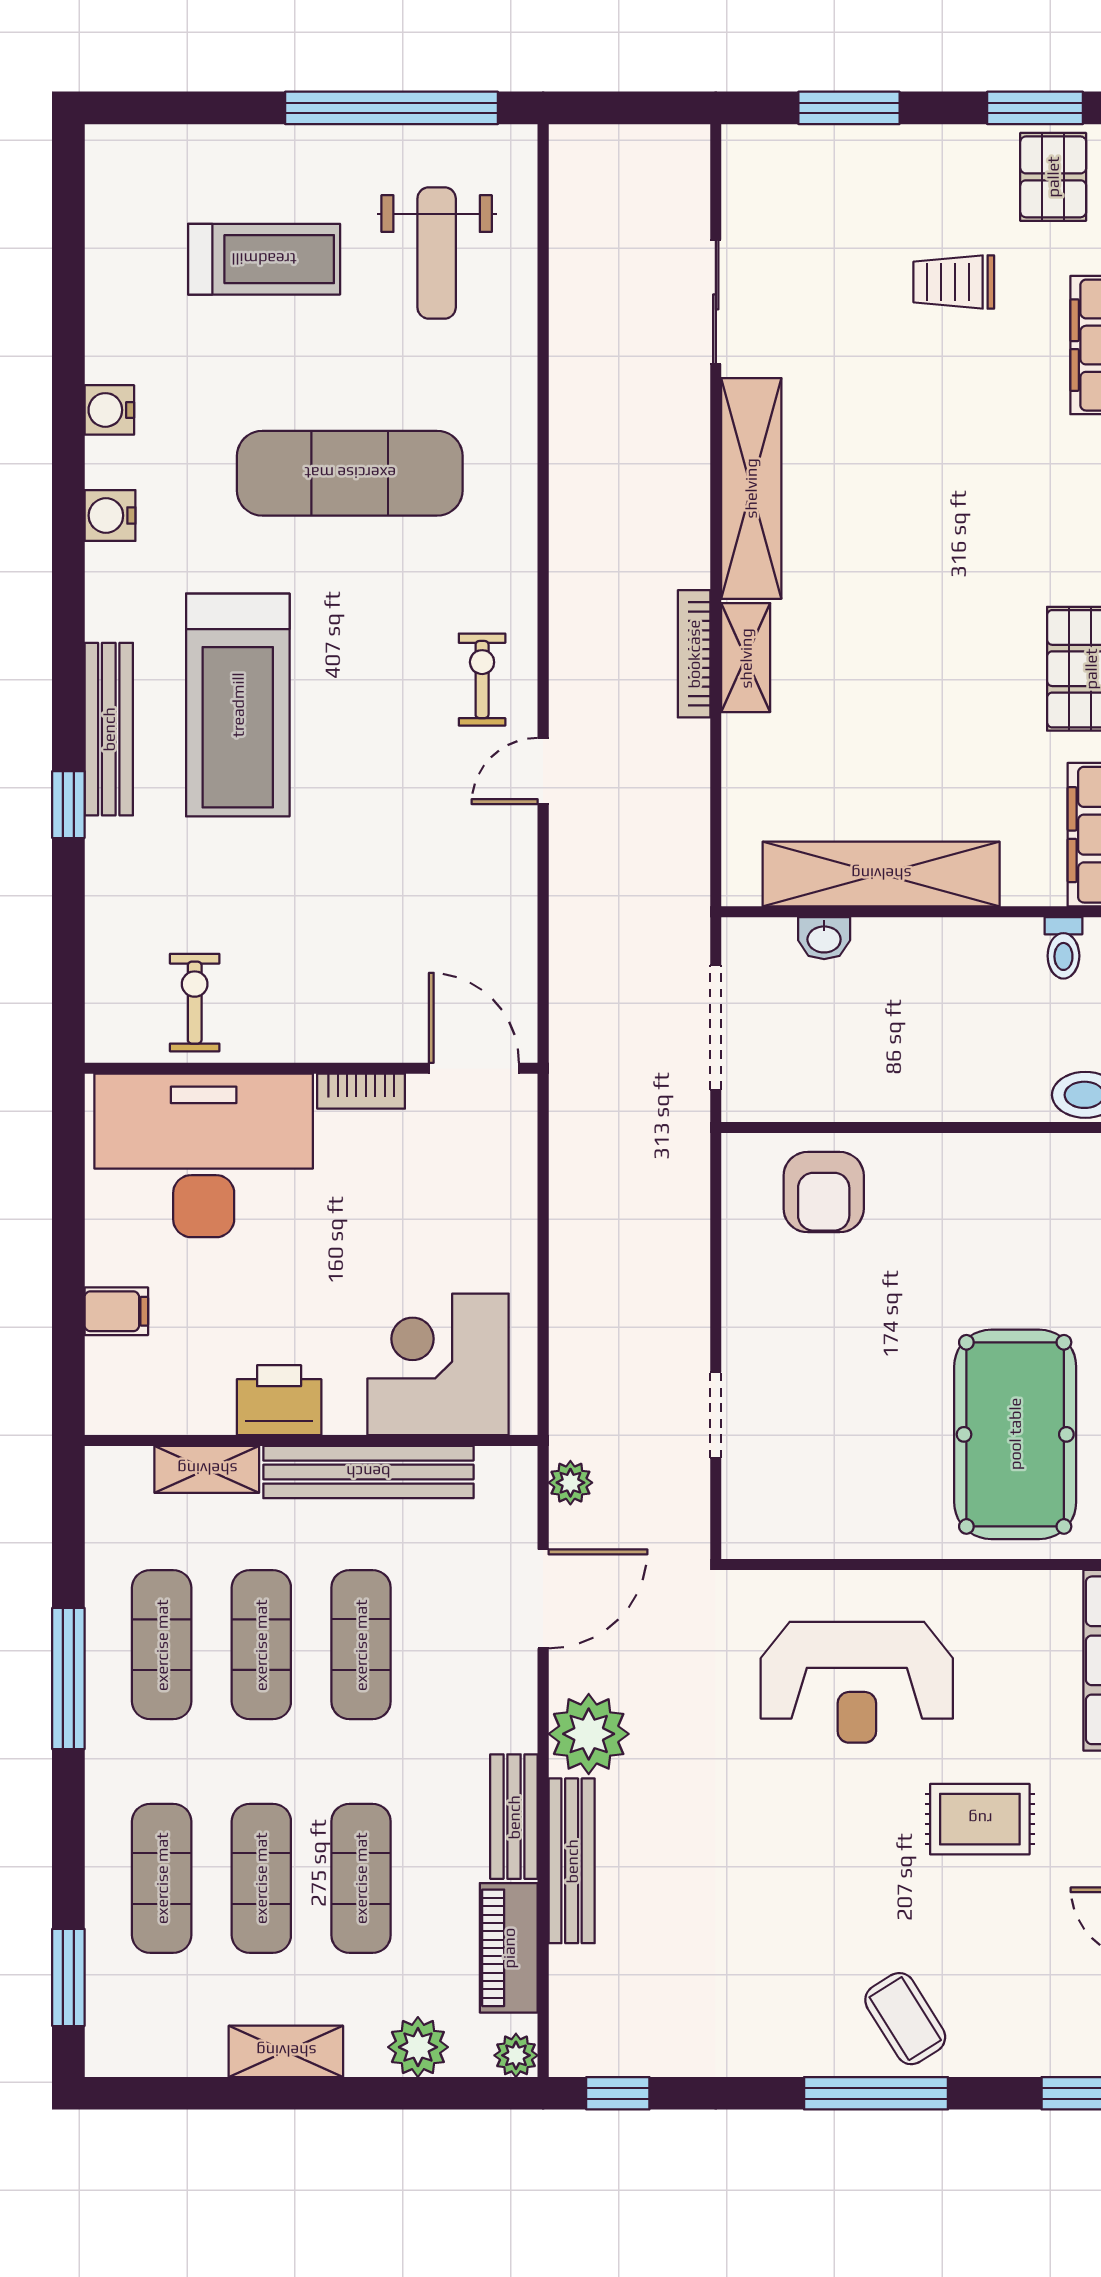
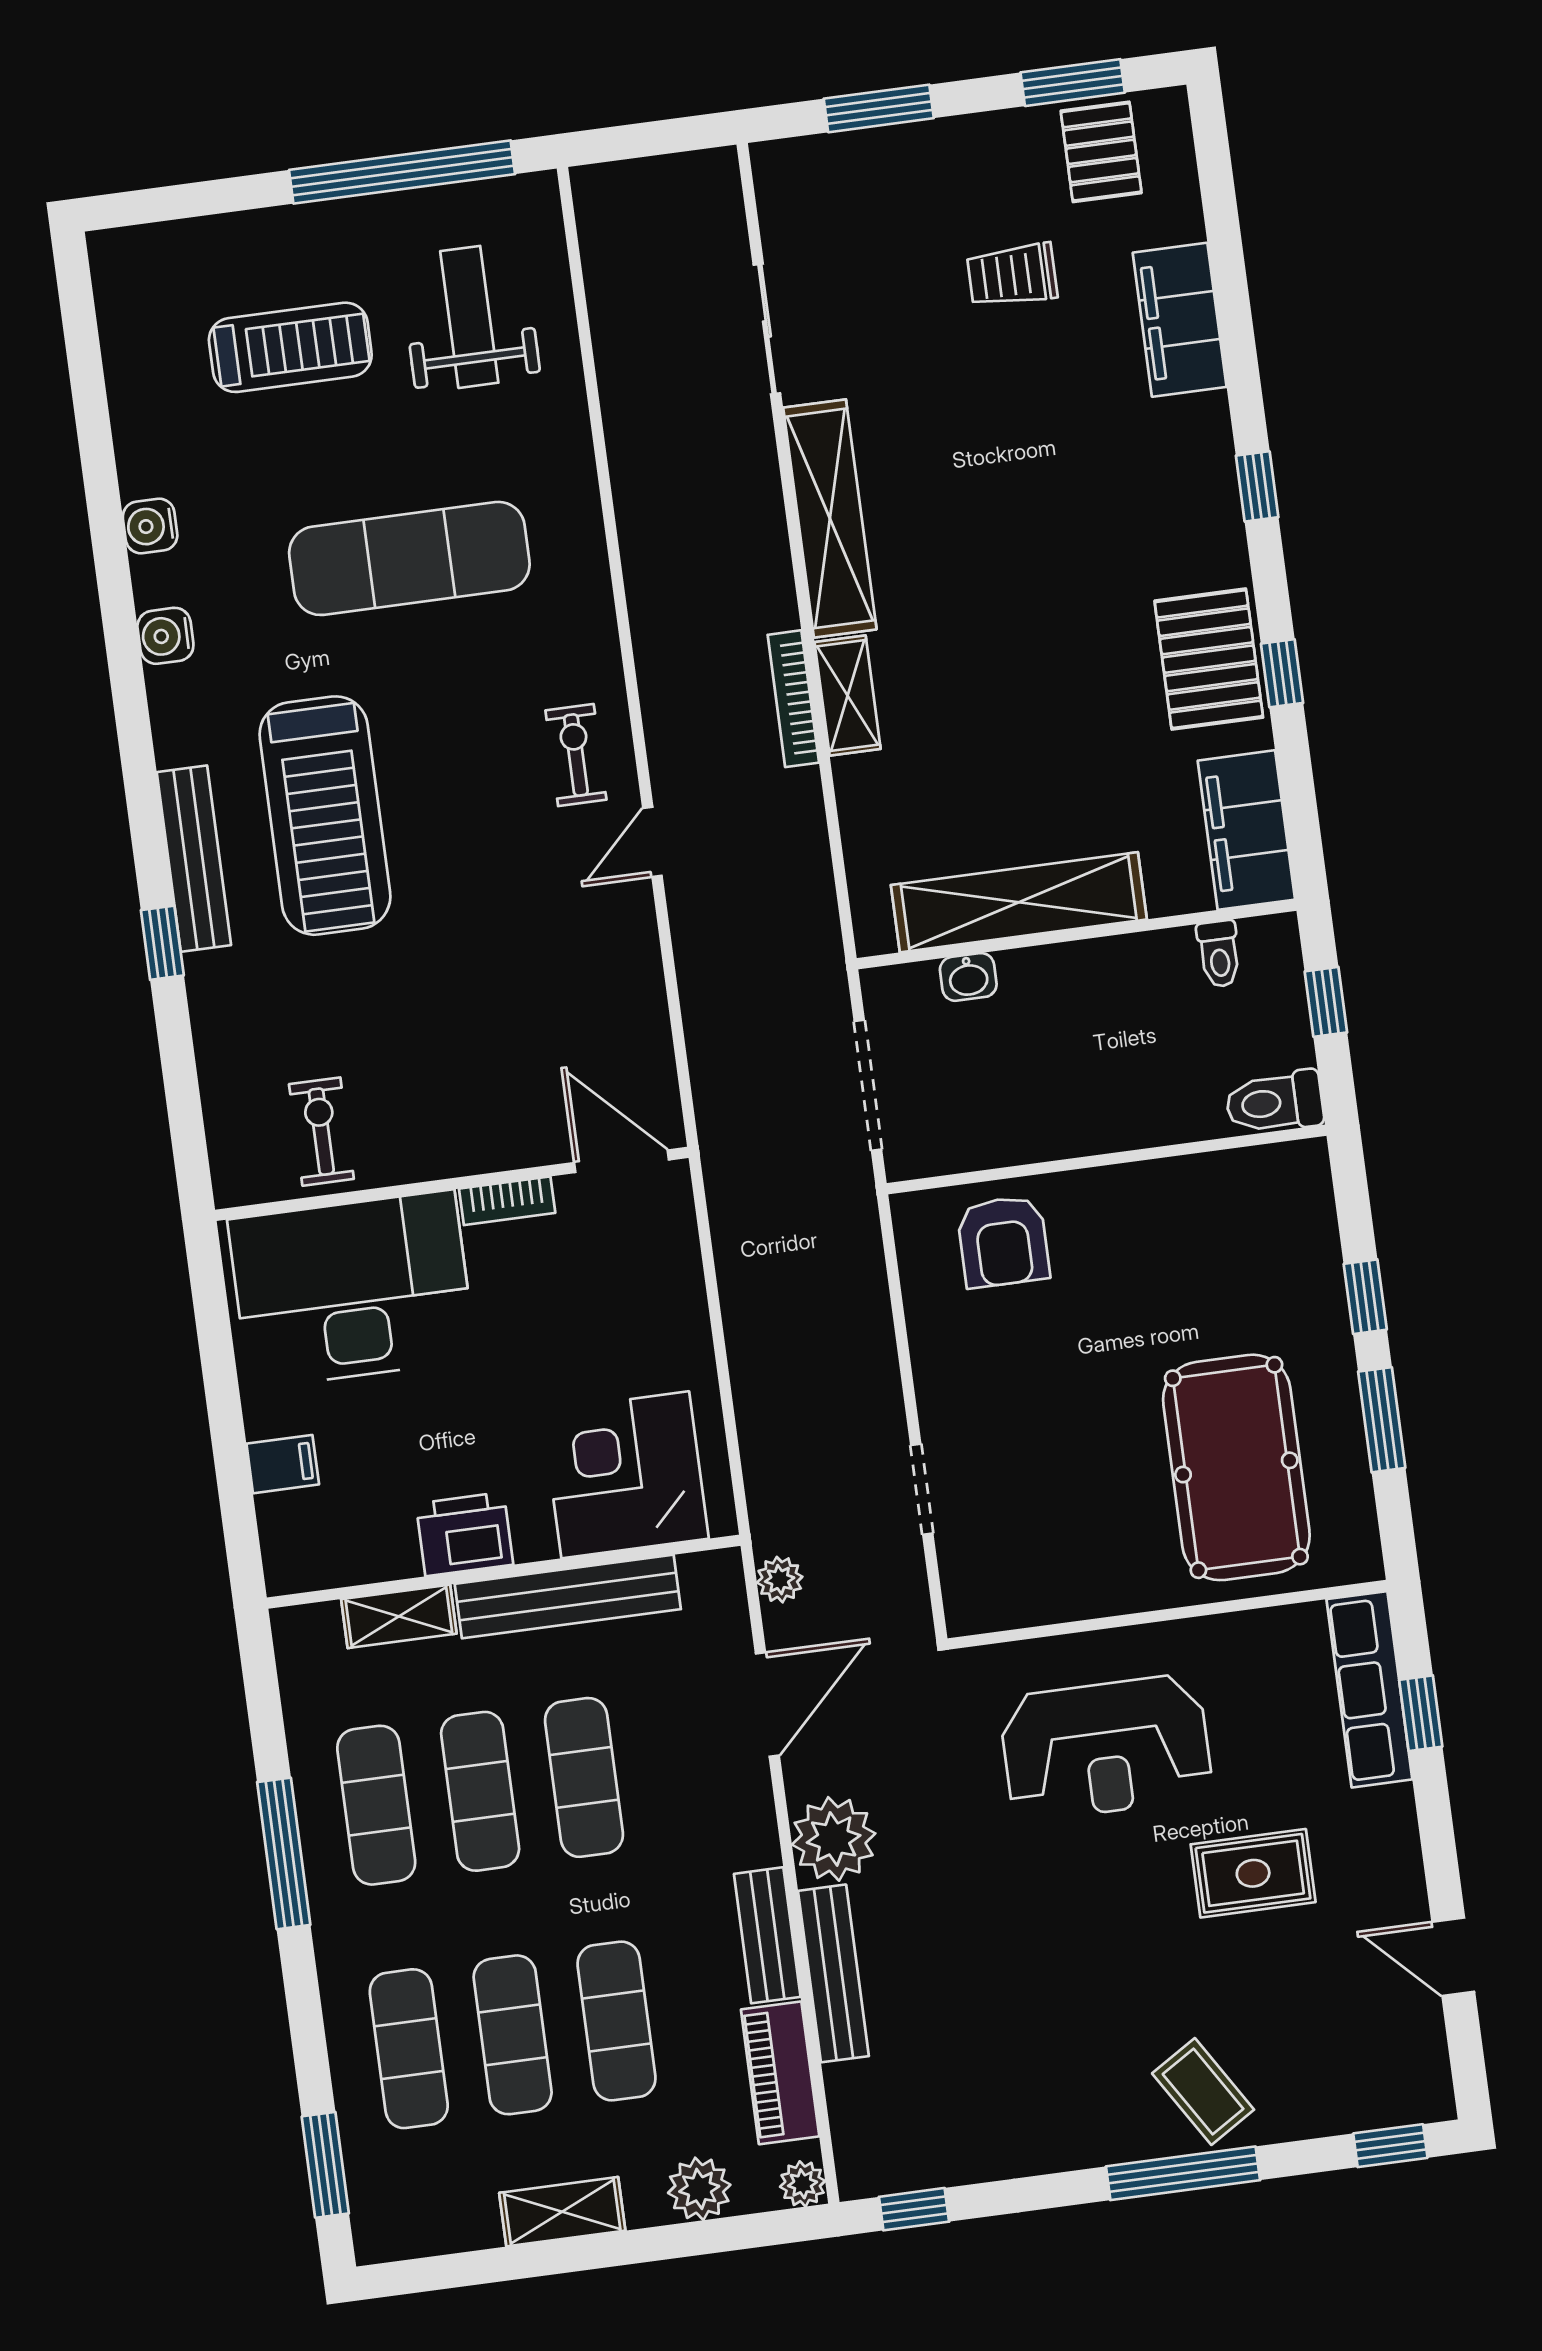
weight bench: (437, 253) -> (469, 317), turned 180

